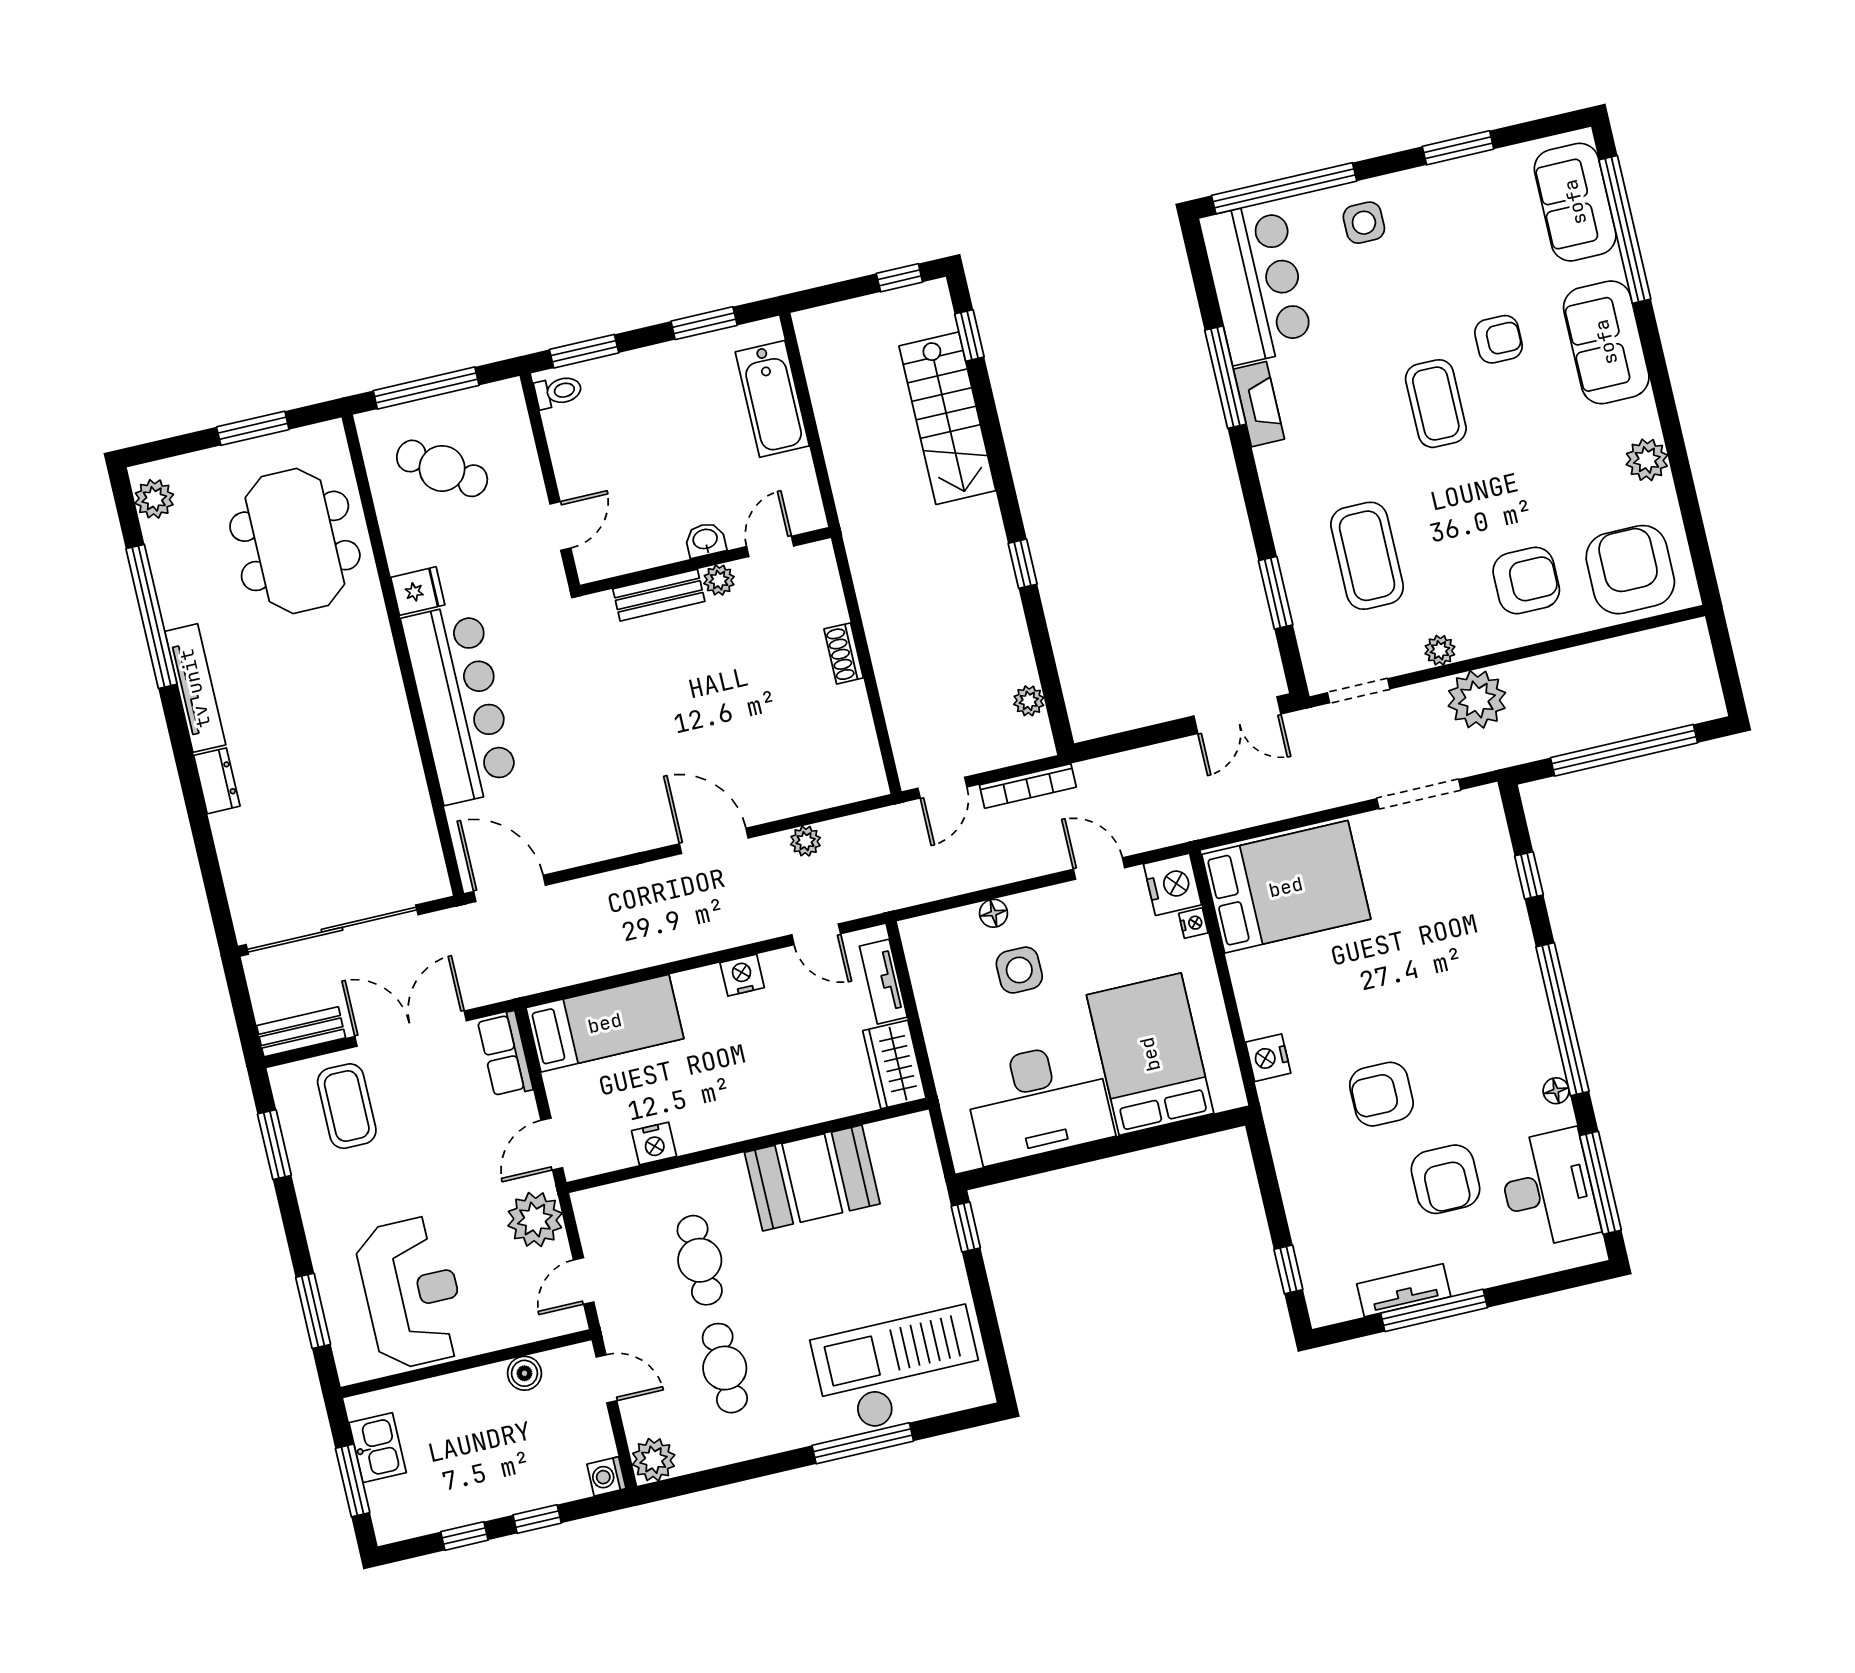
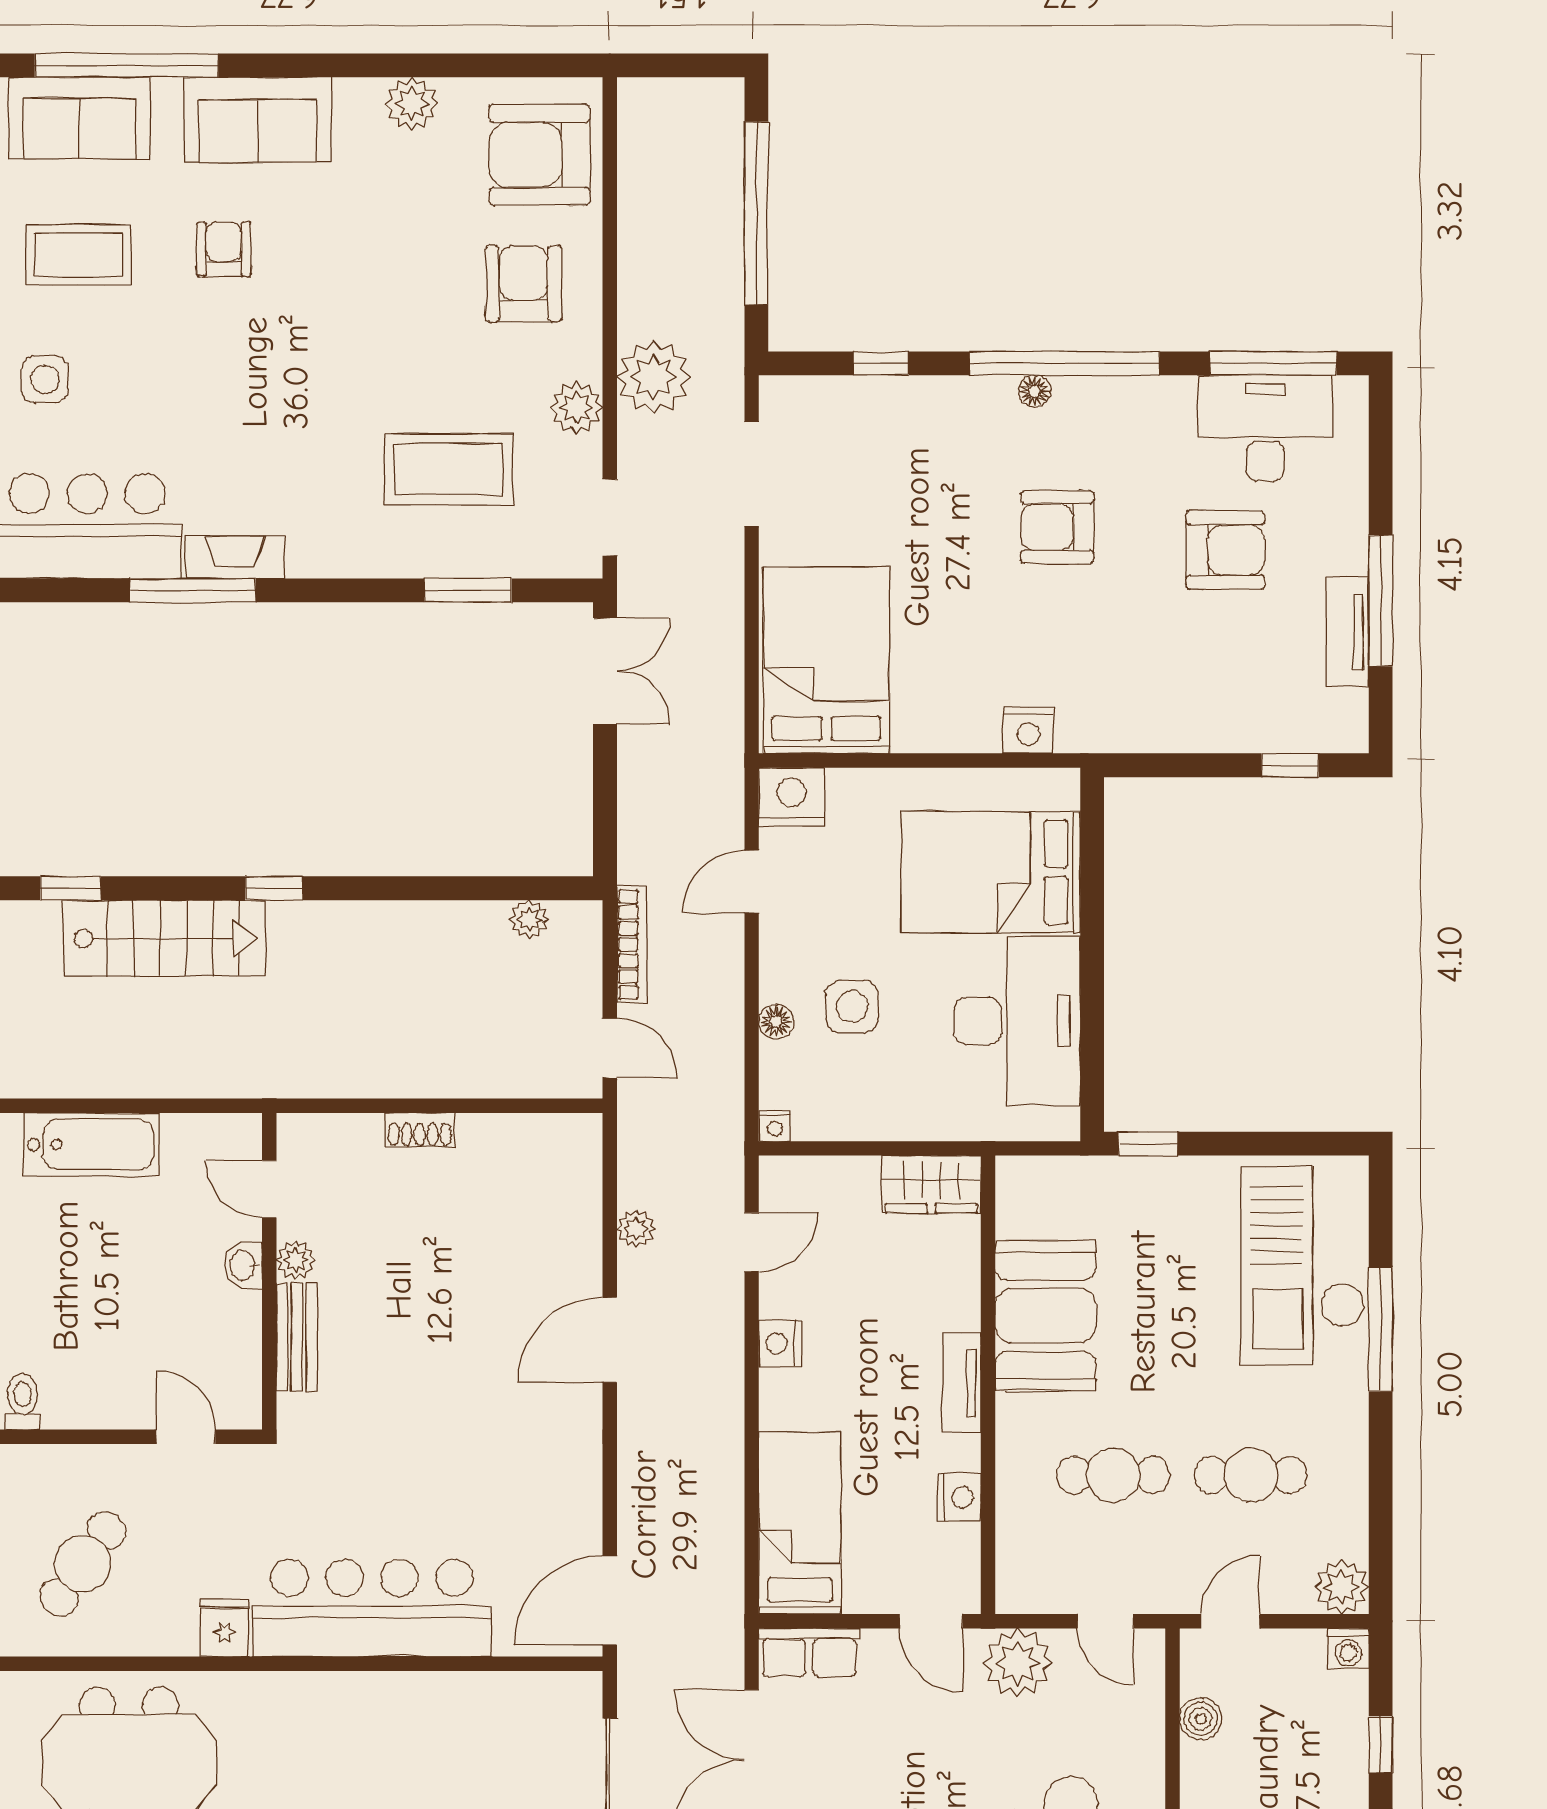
coffee table: (1436, 404) -> (78, 255), moved
window: (1023, 564) -> (274, 888), moved
plant: (1440, 650) -> (576, 408), width x1.38, depth x1.38
nightstand: (1193, 923) -> (775, 1126), moved, turned 180
tv unit: (883, 982) -> (962, 1383), moved, turned 90
floor lamp: (1556, 1091) -> (1034, 391), moved
armchair: (1381, 1094) -> (1057, 527), moved, turned 90

